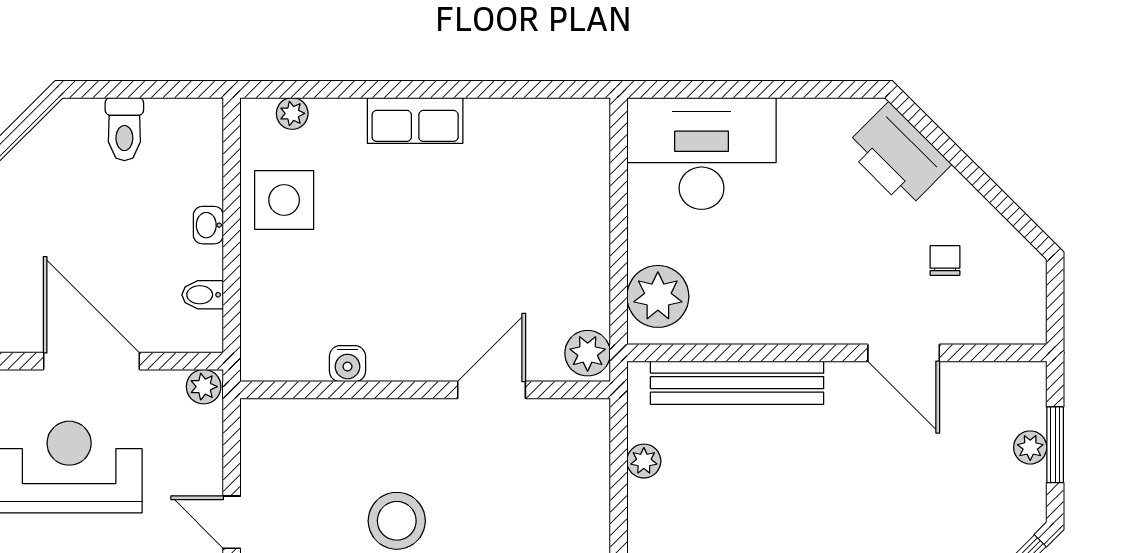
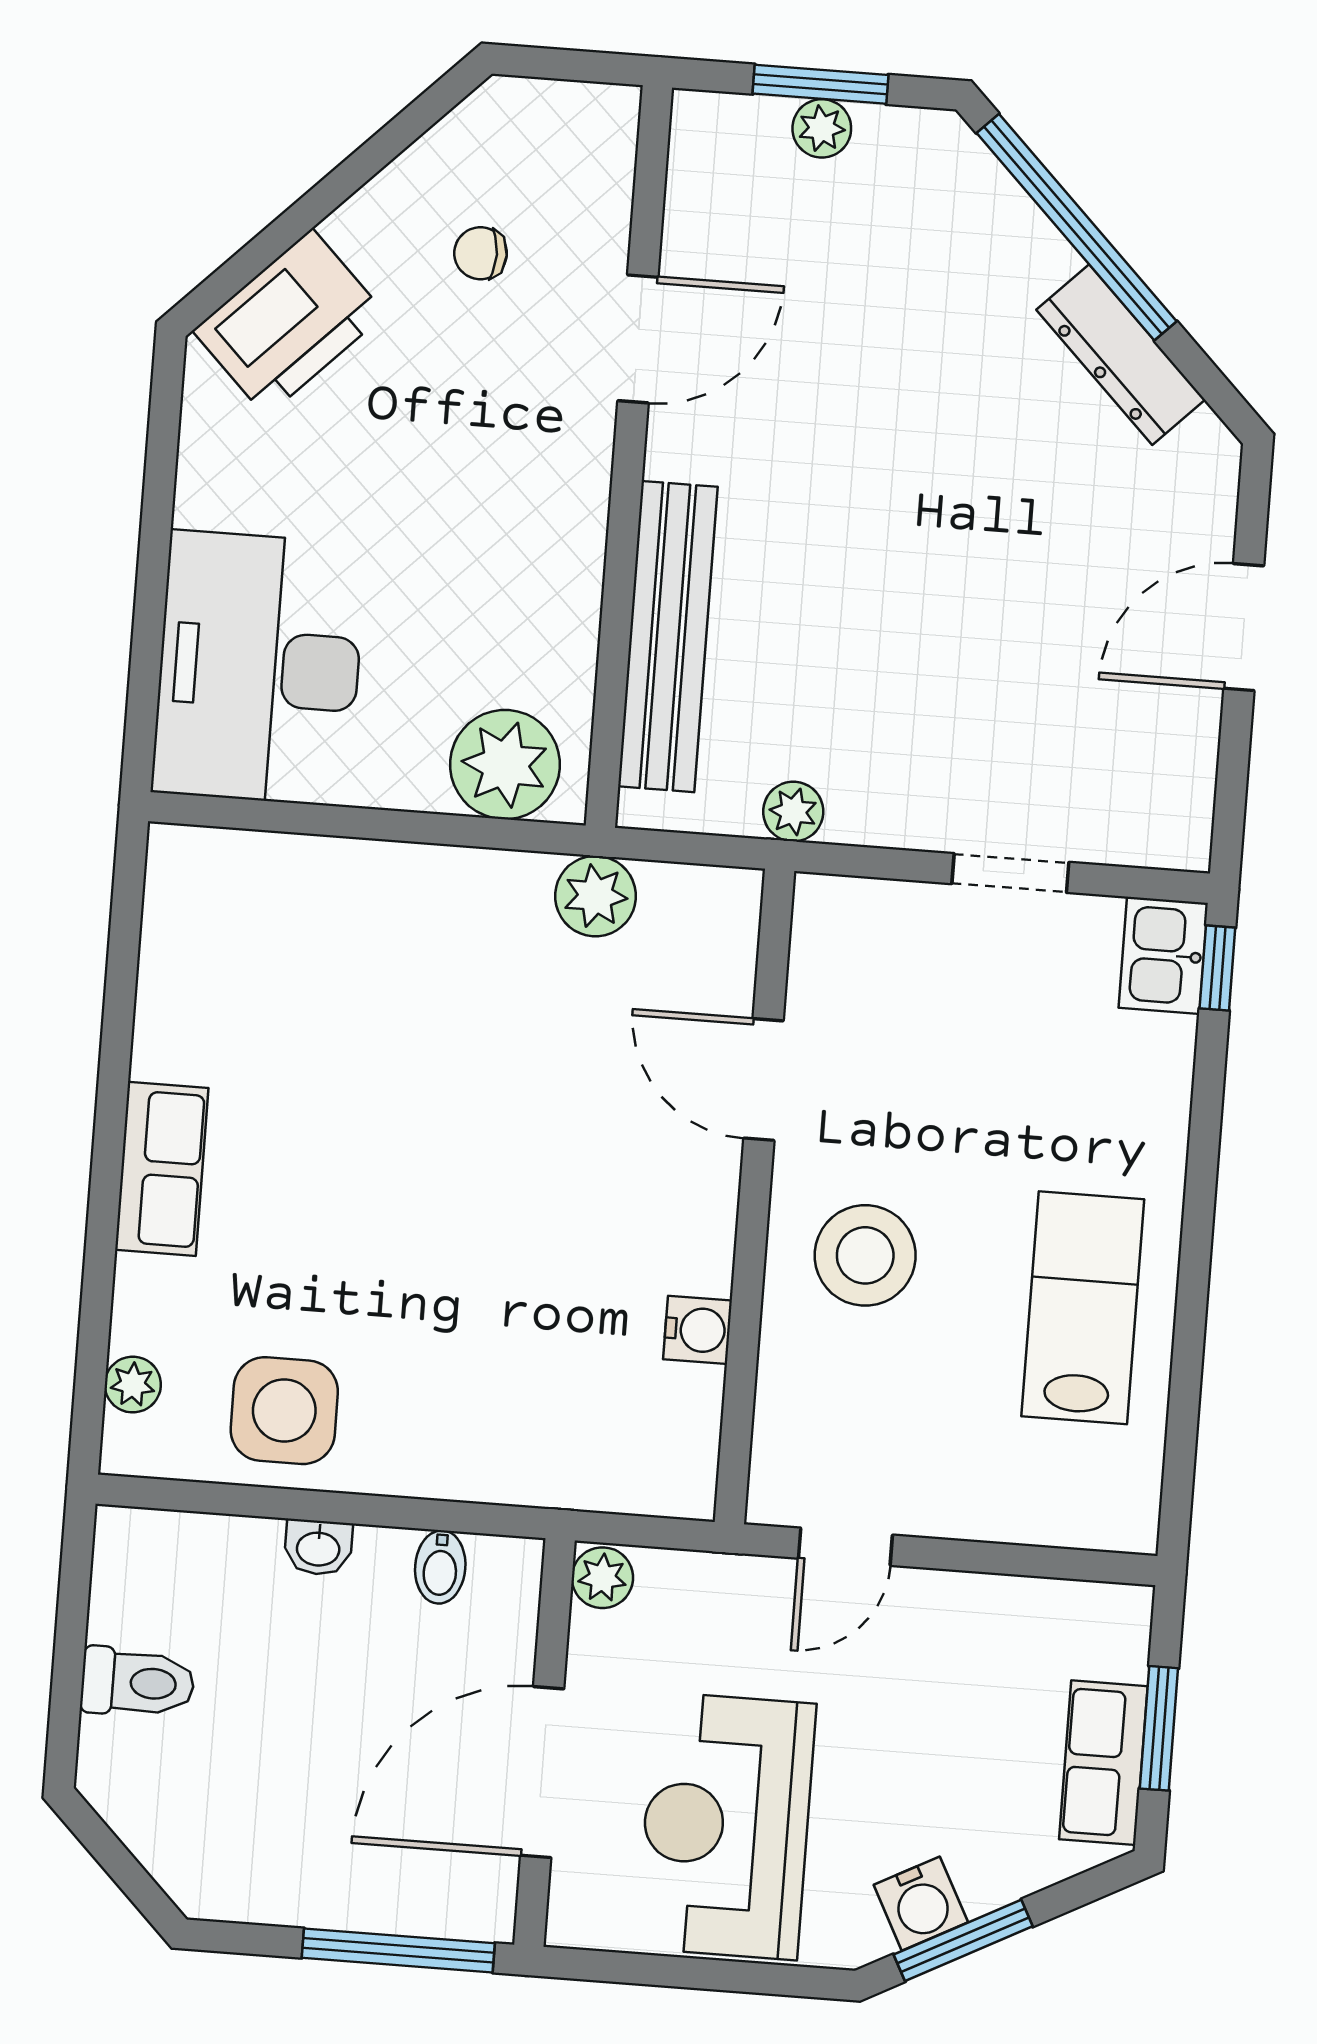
water cooler: (347, 364) -> (698, 1330), moved
wall: (425, 390) -> (754, 1196), moved
door: (491, 390) -> (763, 1080), moved

